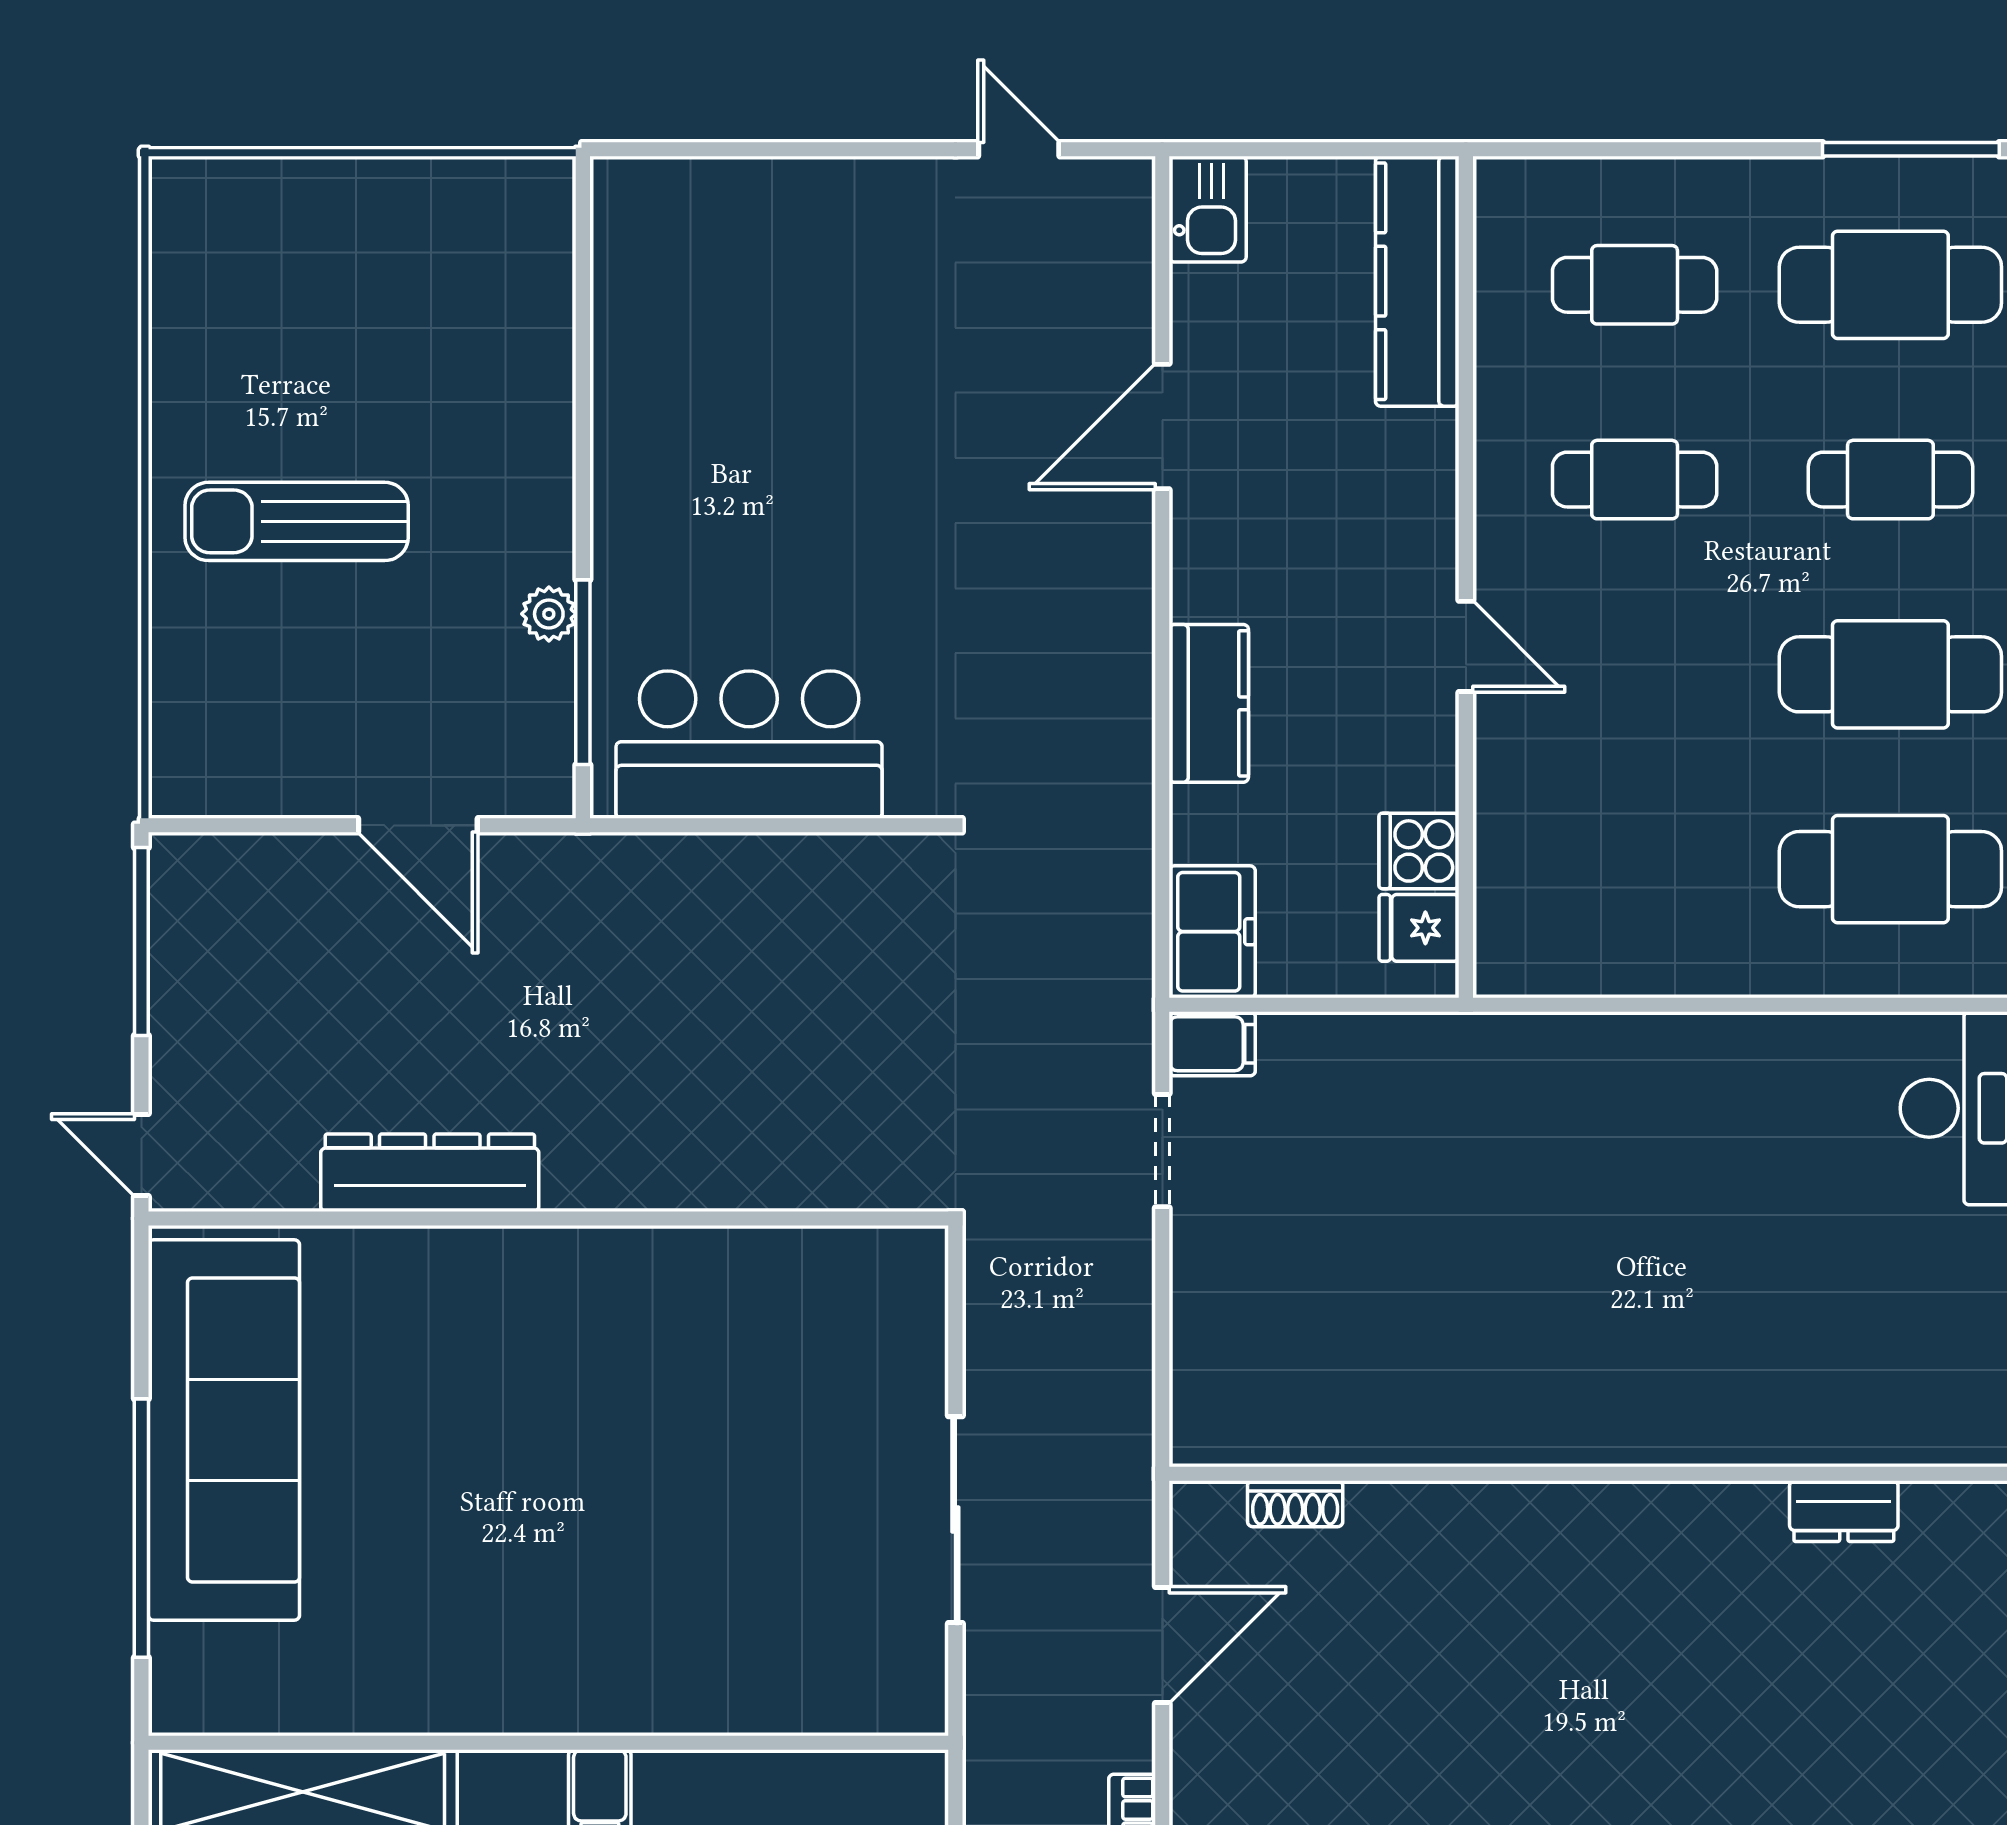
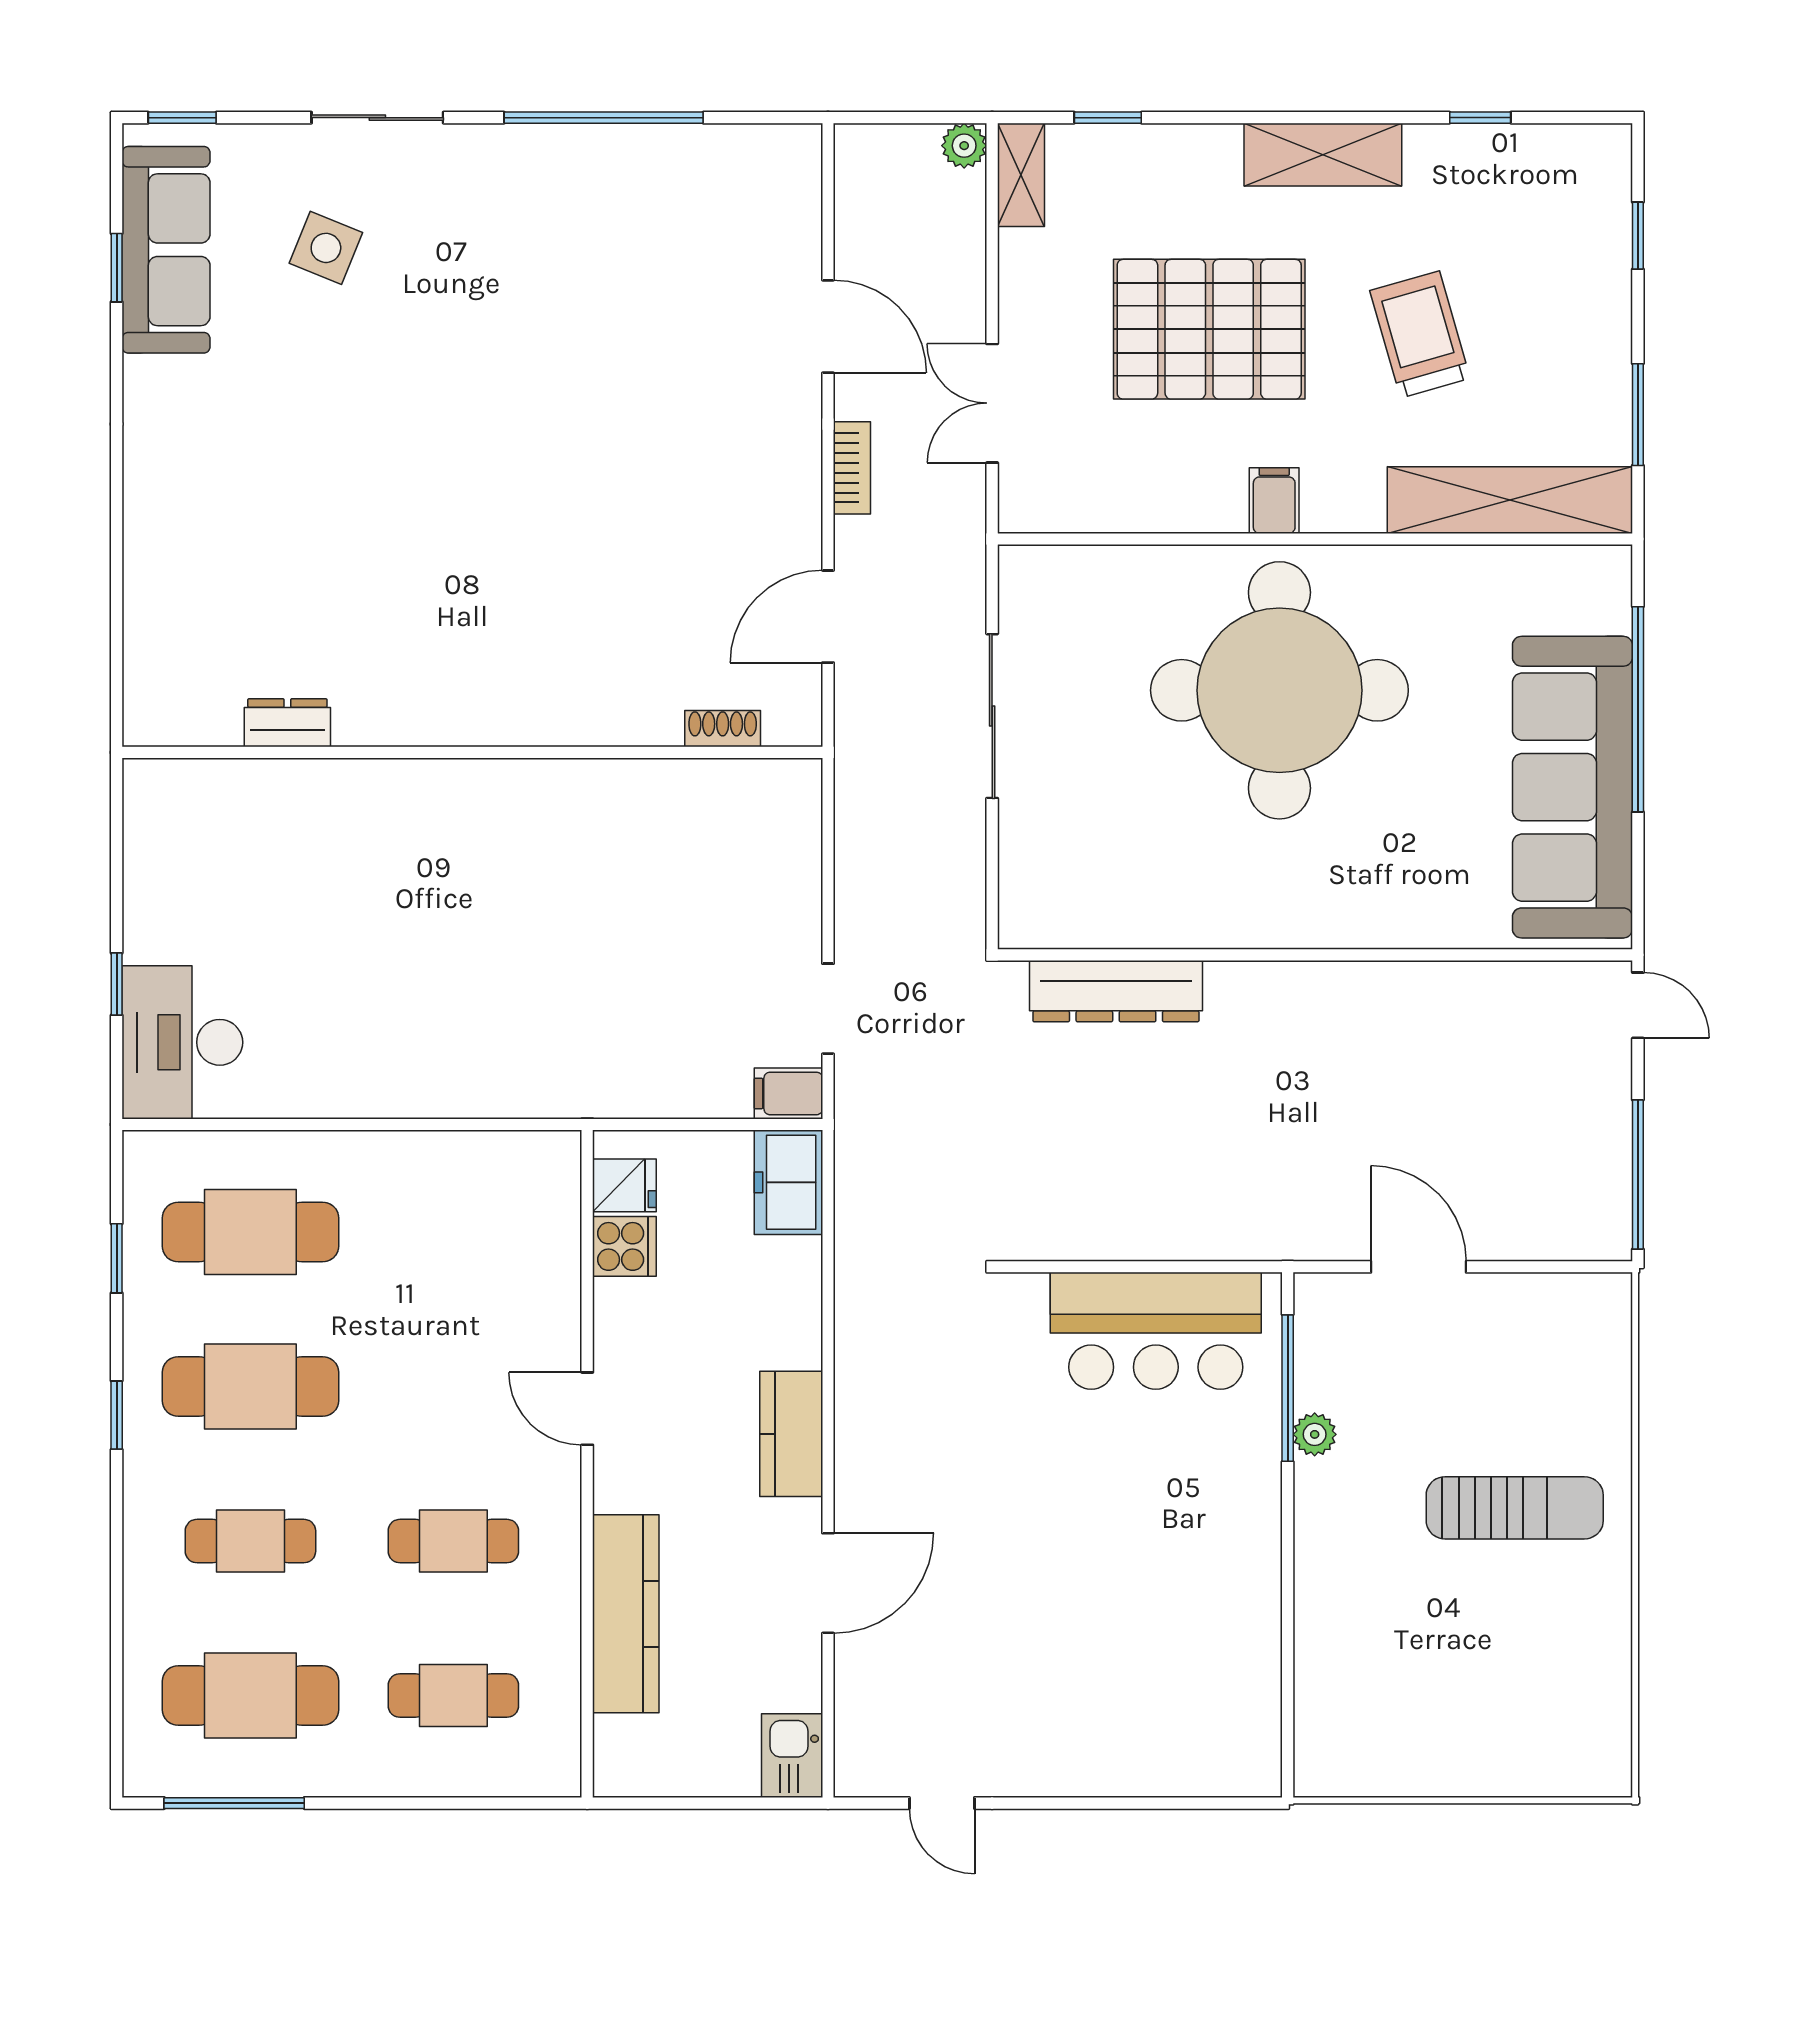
kitchen counter: (1417, 281) -> (626, 1614), moved
kitchen counter: (1209, 703) -> (791, 1434), moved
dresser: (430, 1173) -> (1116, 991), moved
round table: (593, 1552) -> (1279, 690), added

